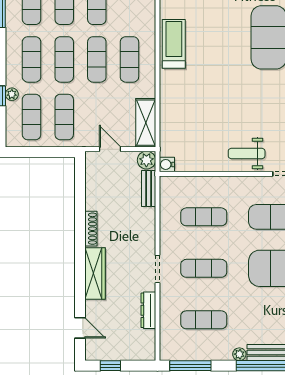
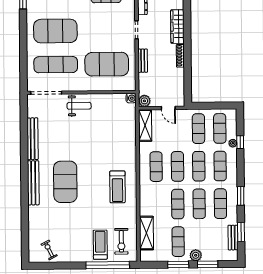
treadmill: (174, 44) -> (117, 187), moved
bench: (149, 189) -> (143, 61), moved
exercise mat: (204, 217) -> (107, 64), width x2.00, depth x1.45
exercise mat: (204, 268) -> (106, 31), removed

